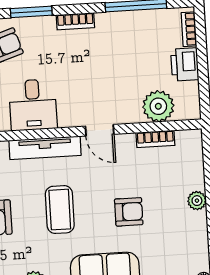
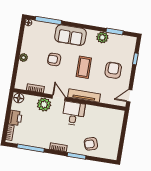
desk: (33, 105) -> (73, 113), moved
plant: (158, 106) -> (44, 104), moved
floor lamp: (187, 109) -> (19, 98), added

